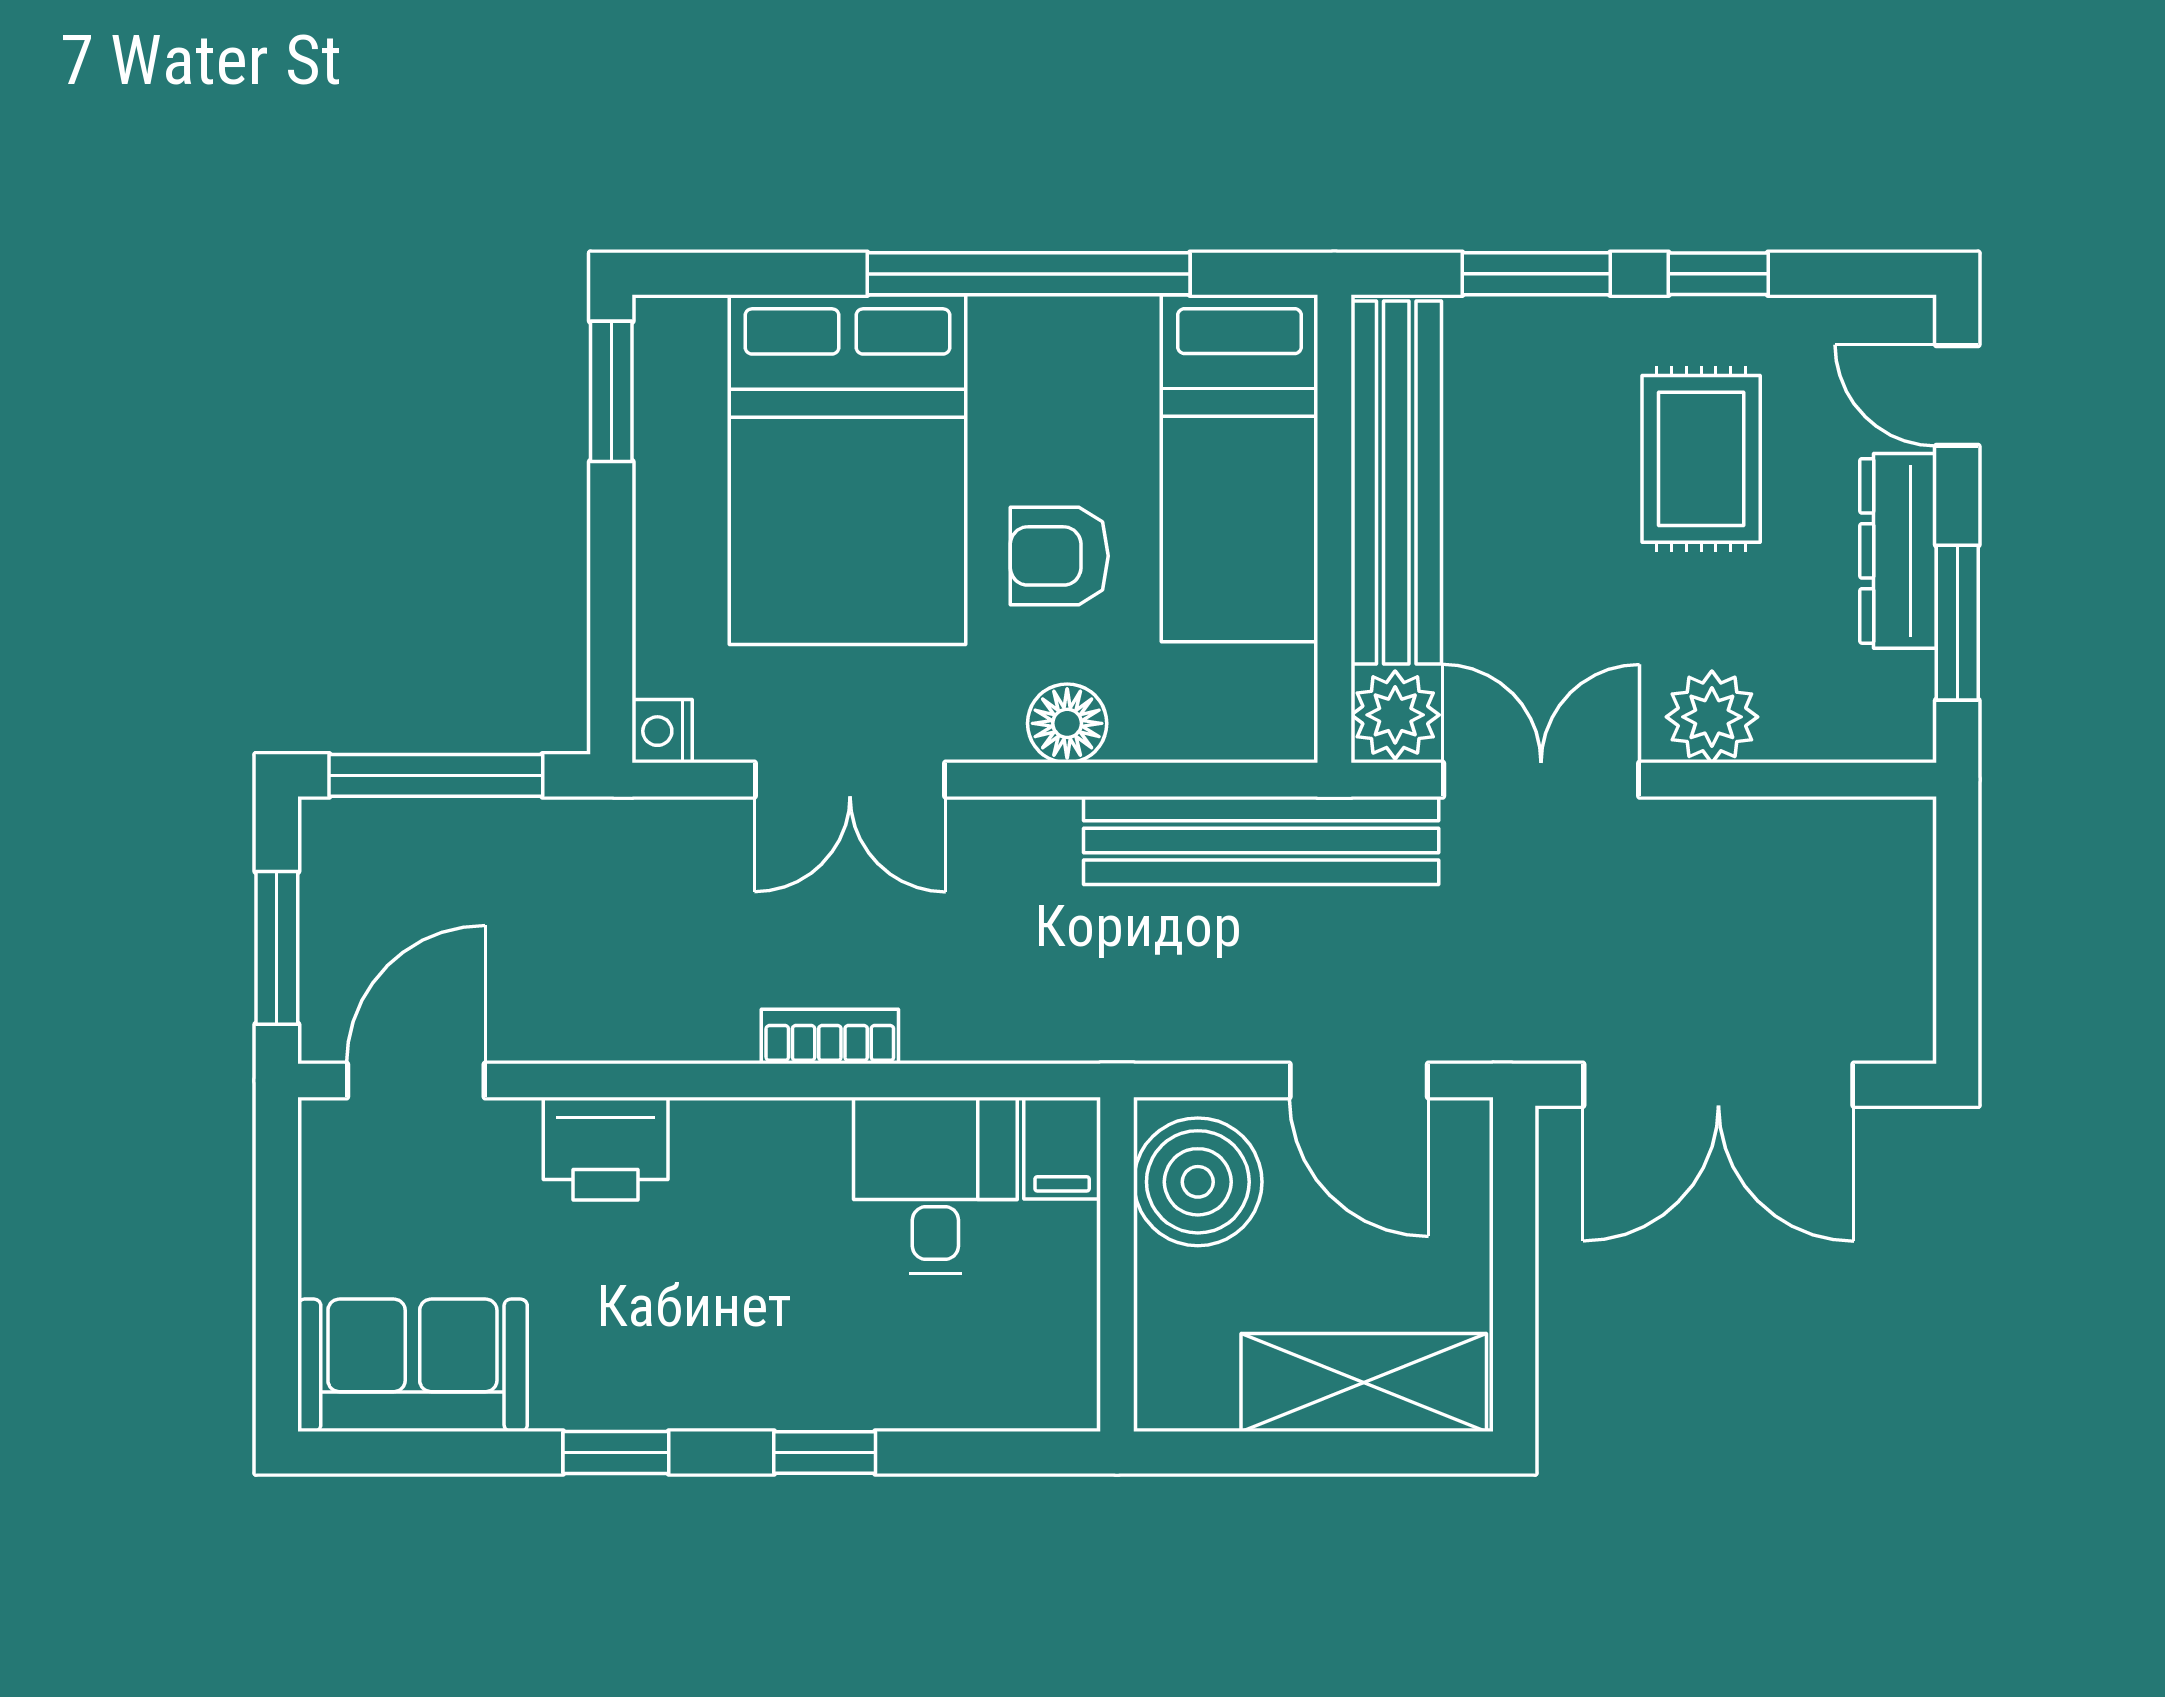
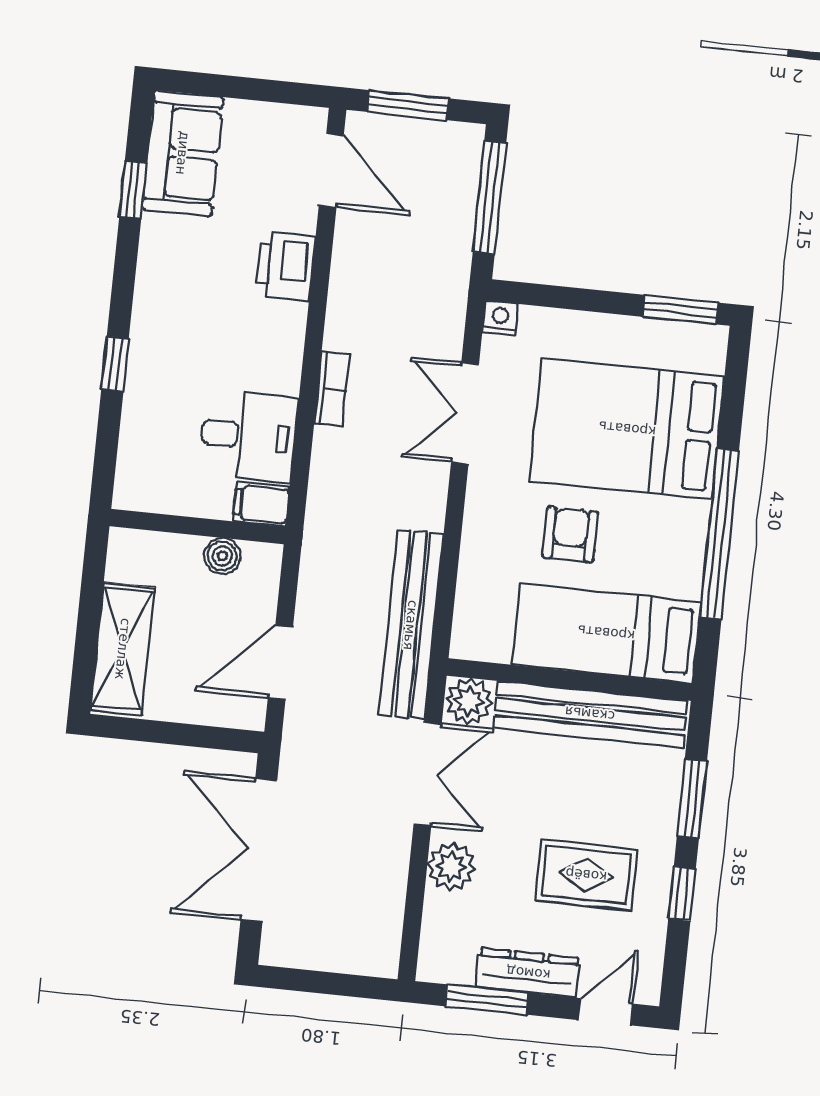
floor lamp: (1067, 723) -> (483, 530), removed
boiler: (1198, 1182) -> (222, 556), width x0.54, depth x0.54
window: (616, 1453) -> (133, 190), moved

